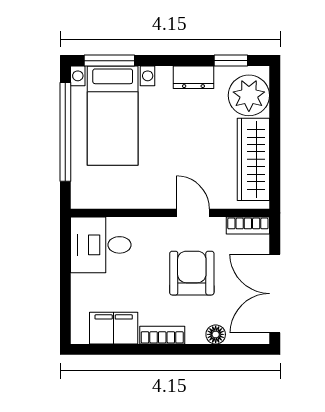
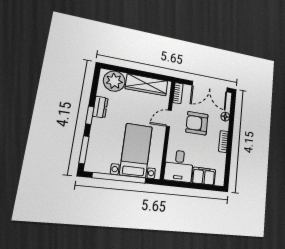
window: (231, 61) -> (90, 115), moved
bed with nightstands: (113, 116) -> (136, 150), moved, turned -90
filing cabinet: (114, 328) -> (204, 176), moved, turned 90

